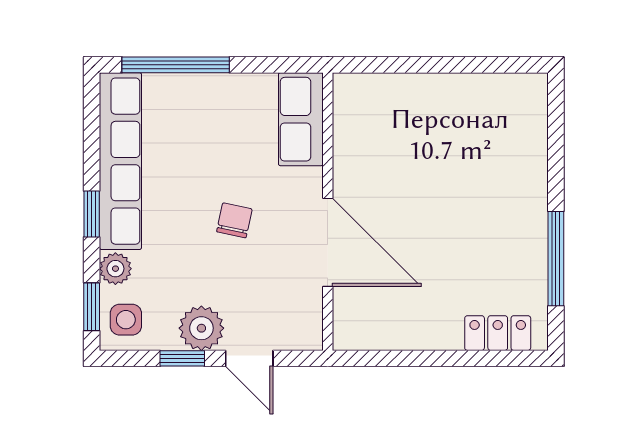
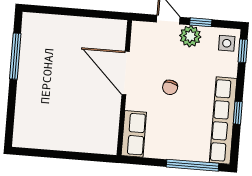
window: (92, 214) -> (238, 113), moved
plant: (115, 269) -> (230, 68), removed
locker: (498, 333) -> (46, 22), removed

